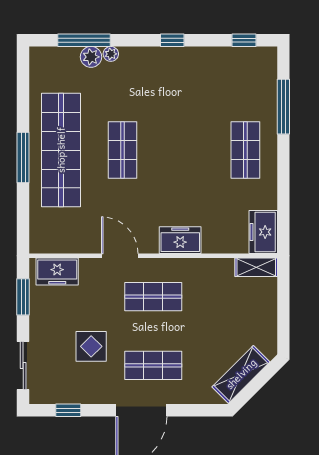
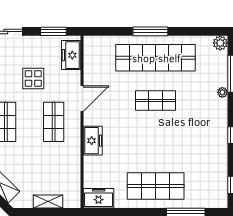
plant: (91, 57) -> (220, 43), moved
shop shelf: (245, 150) -> (156, 186), width x1.43, depth x1.36
shelving: (256, 267) -> (48, 202), moved, turned 90
display table: (91, 346) -> (33, 78), moved

